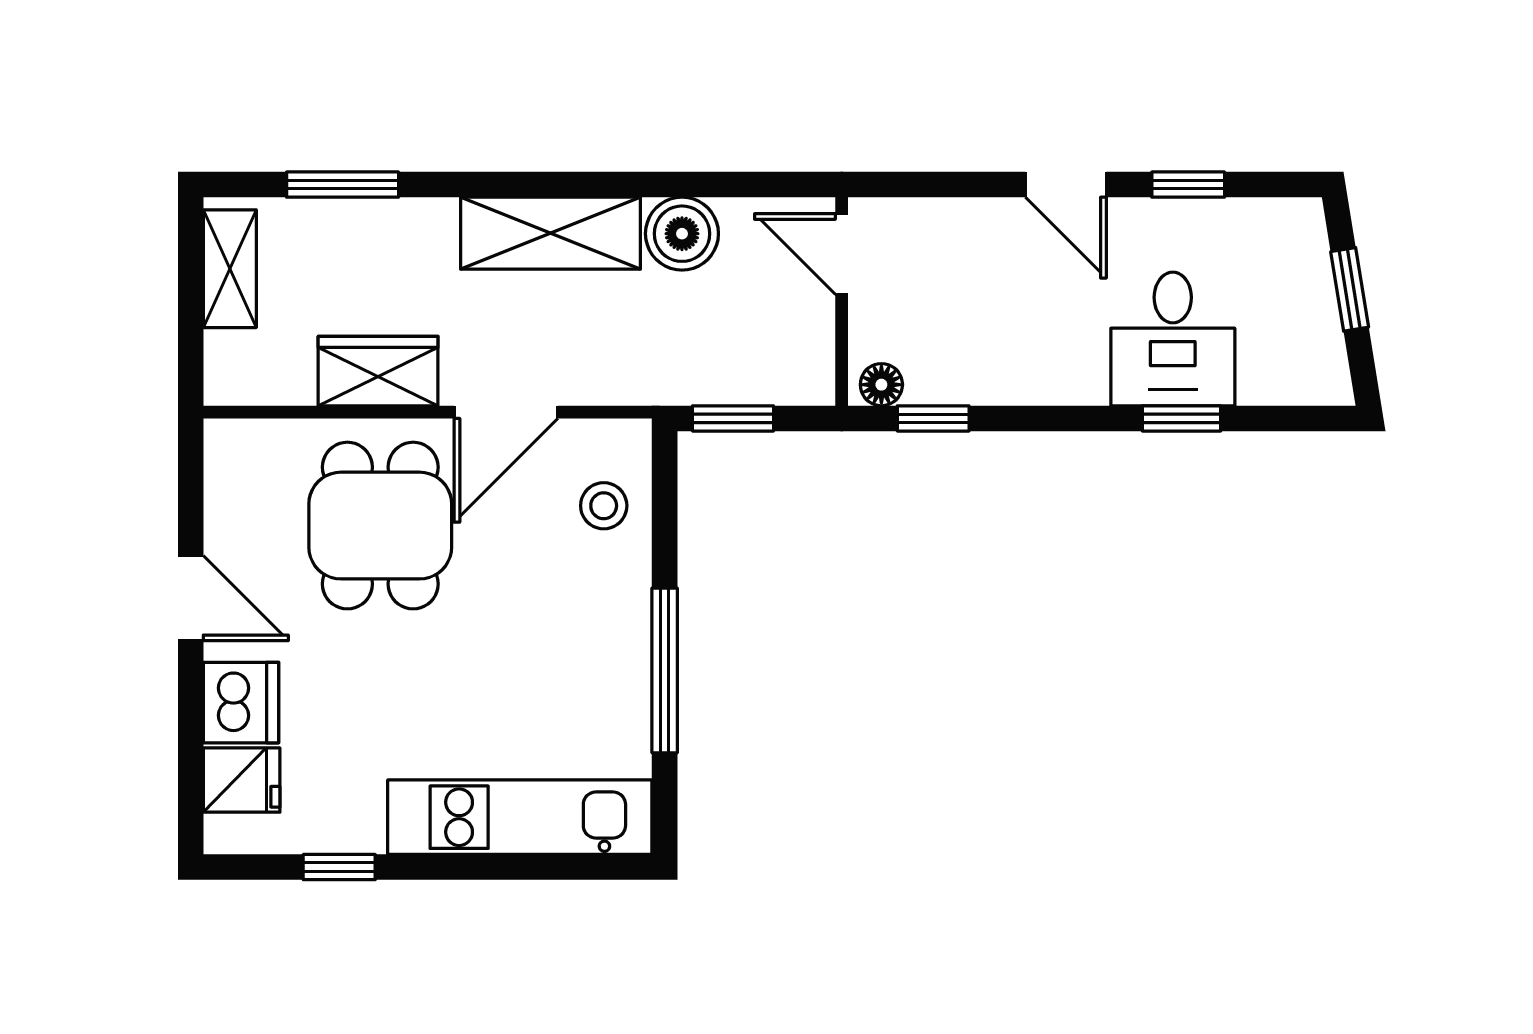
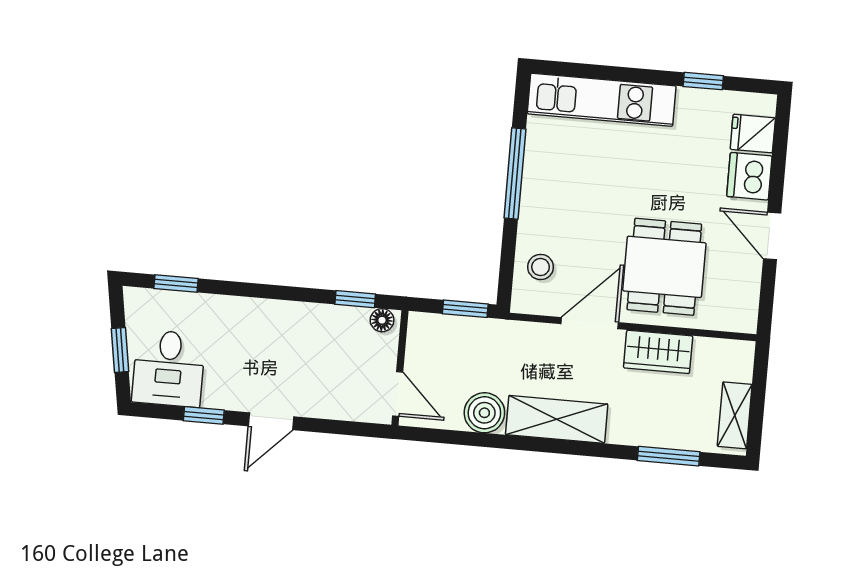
door: (1066, 185) -> (271, 421), swing flipped
desk: (1173, 339) -> (169, 368), moved, turned 180
window: (1181, 418) -> (176, 283), moved

